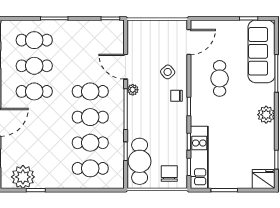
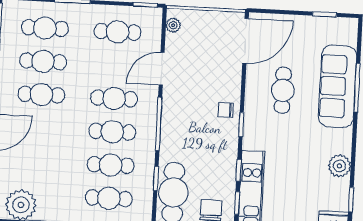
cafe table: (90, 40) -> (118, 32), added
door: (189, 42) -> (245, 41), width x1.36
sofa: (262, 51) -> (338, 86), moved
door: (126, 67) -> (162, 69), hinge flipped
side table: (168, 72) -> (216, 78), removed
plant: (133, 90) -> (173, 25), moved
plant: (266, 115) -> (339, 166), moved

